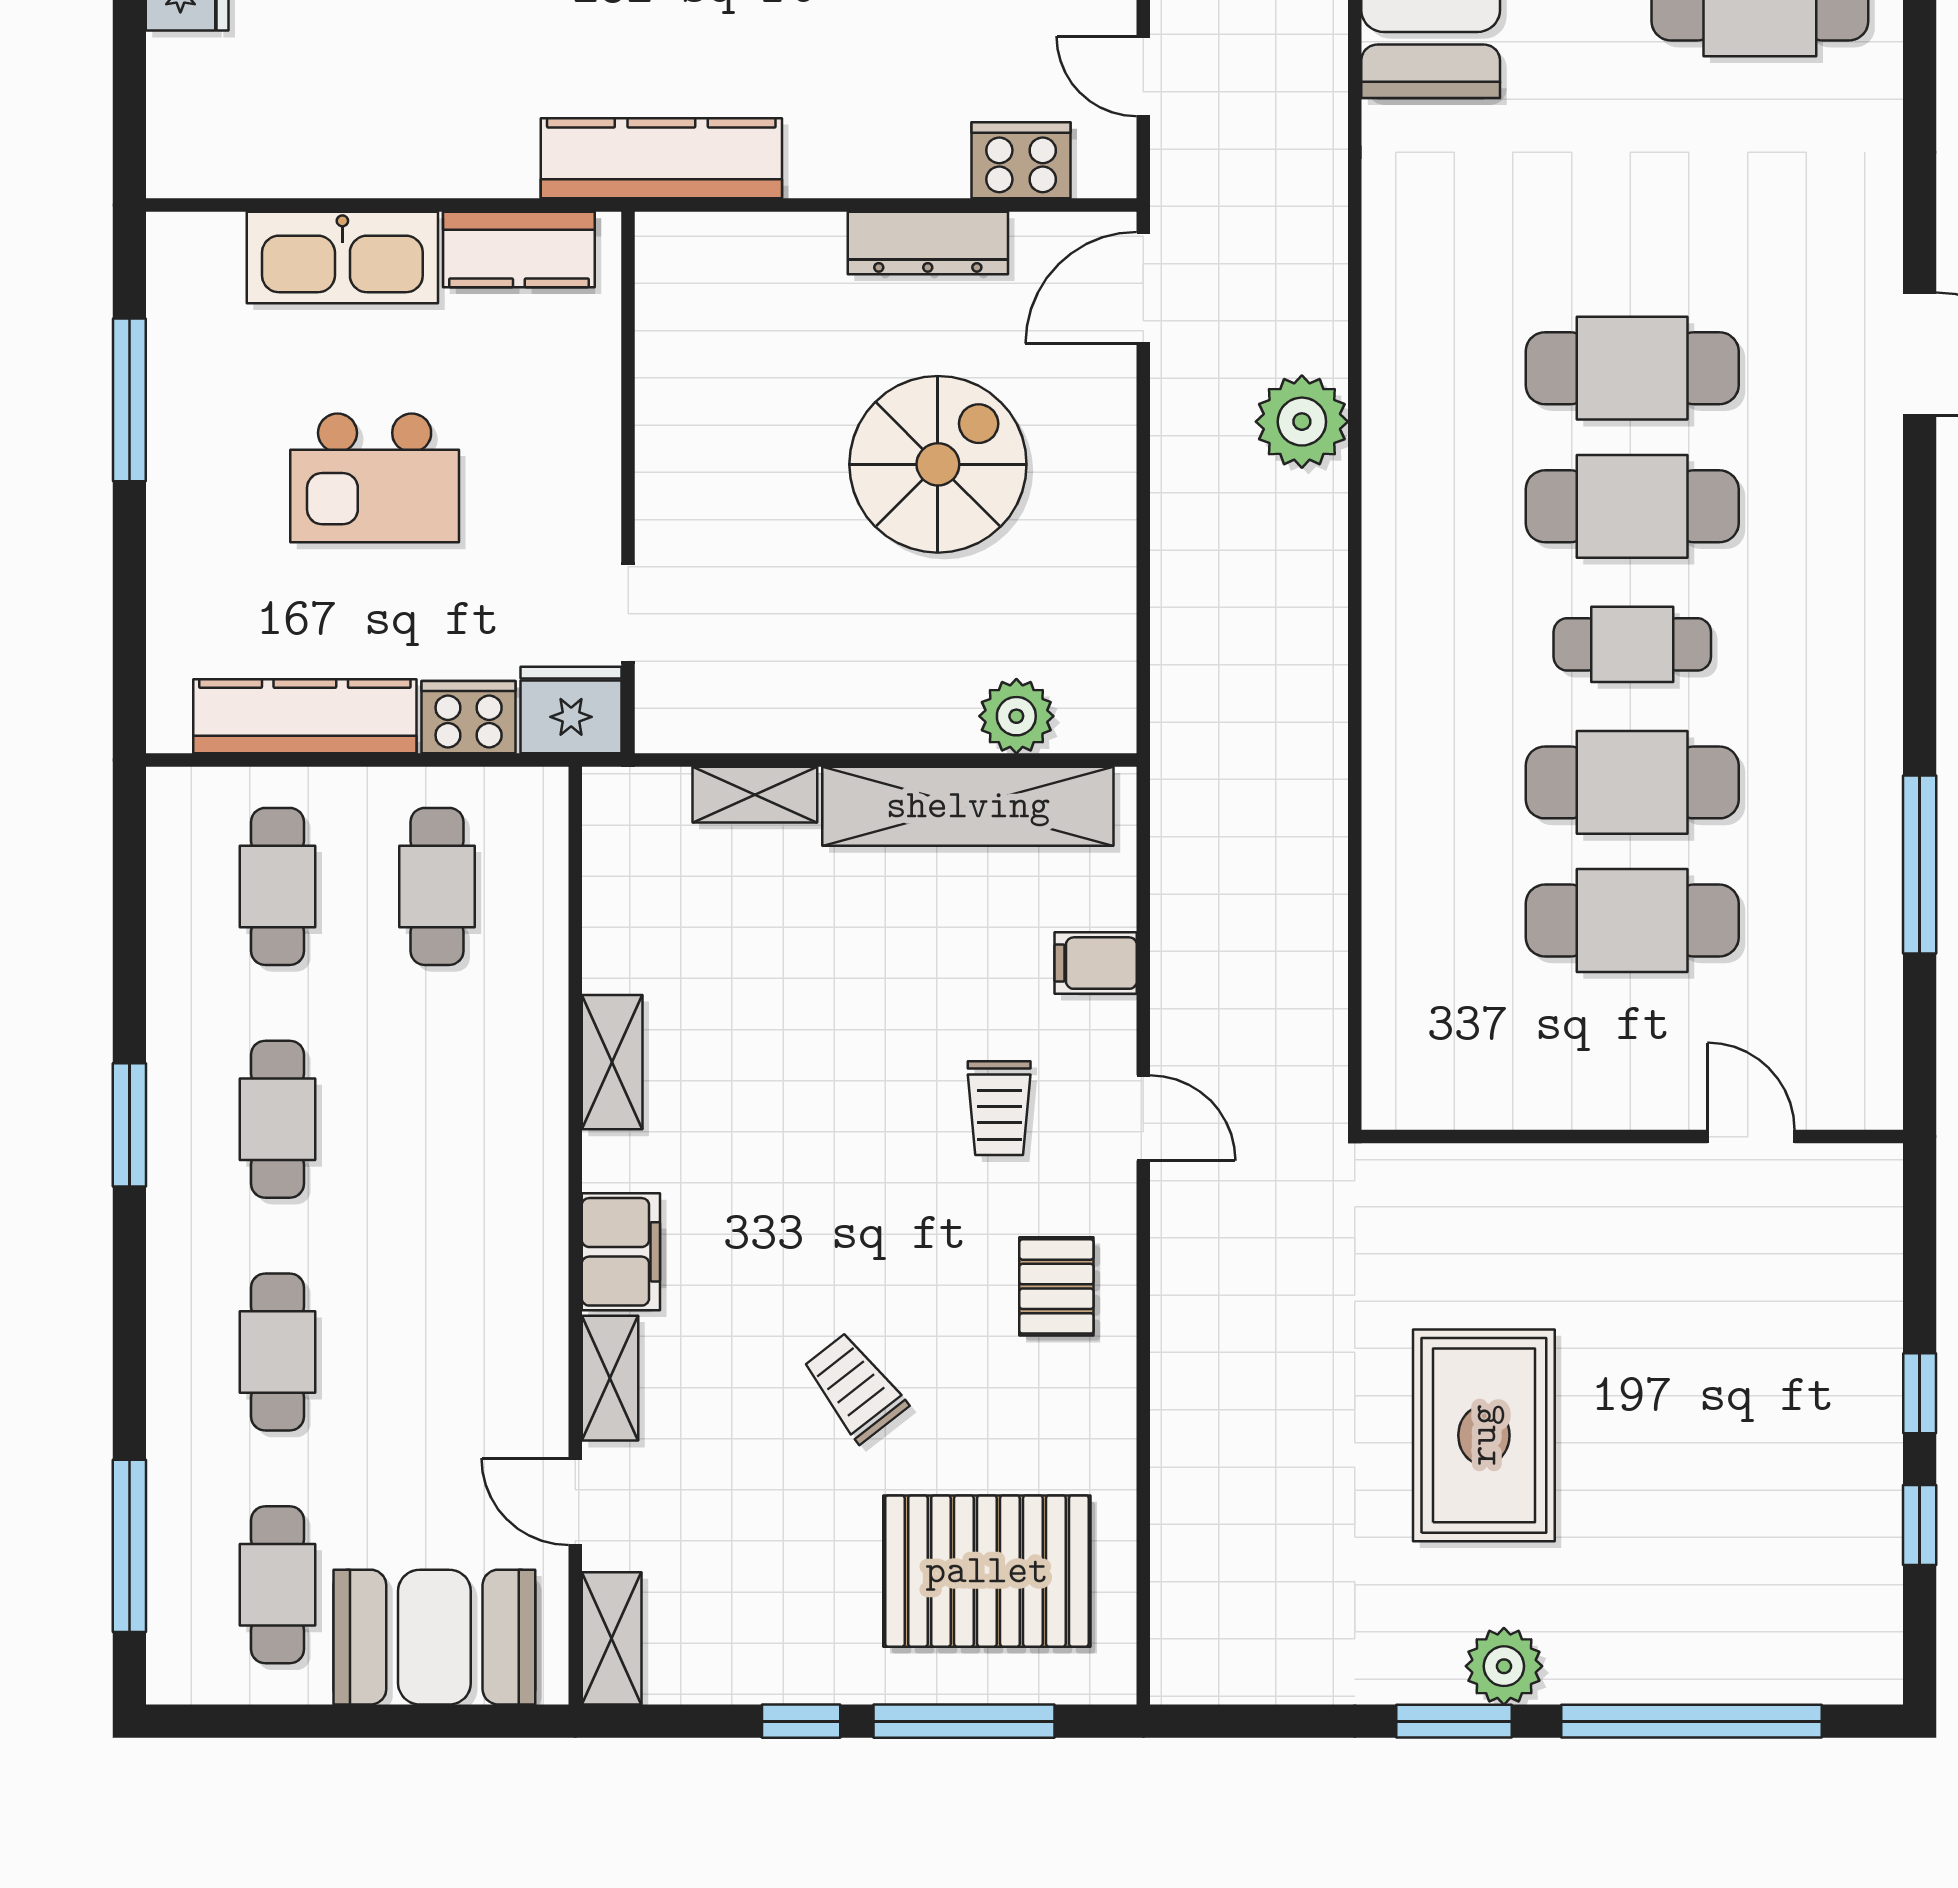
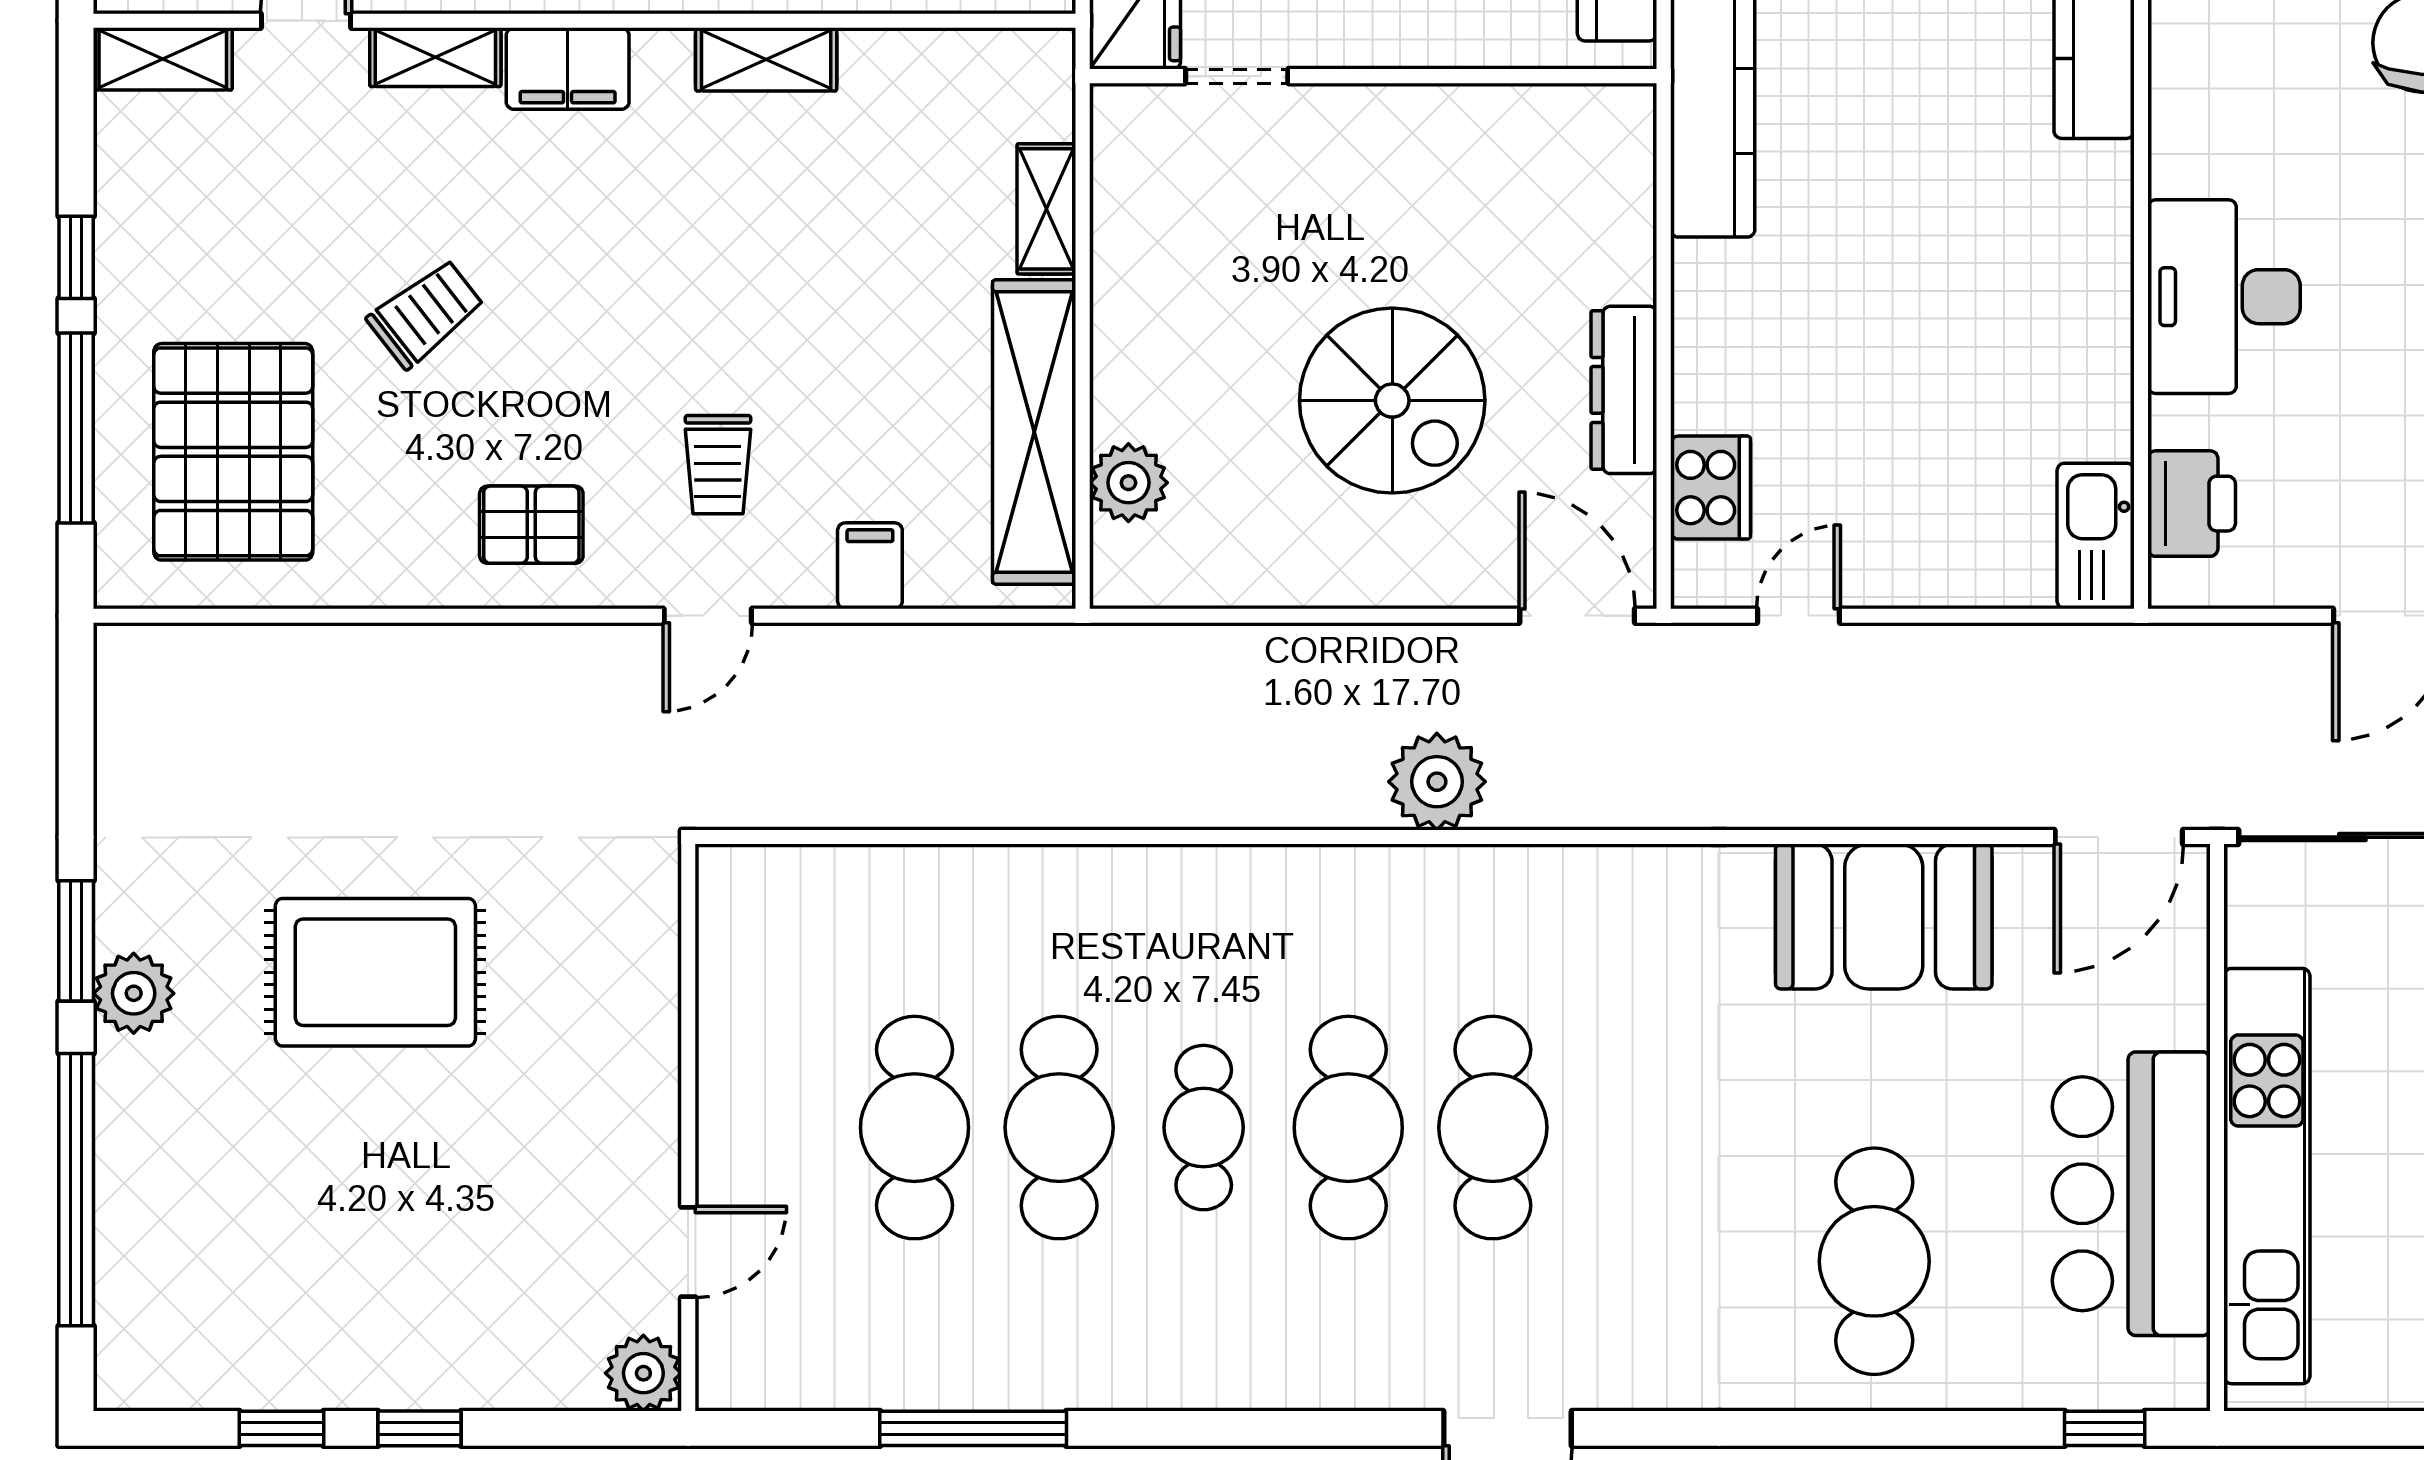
trolley: (999, 1108) -> (718, 465), turned -90
plant: (1867, 1179) -> (643, 1373), added

